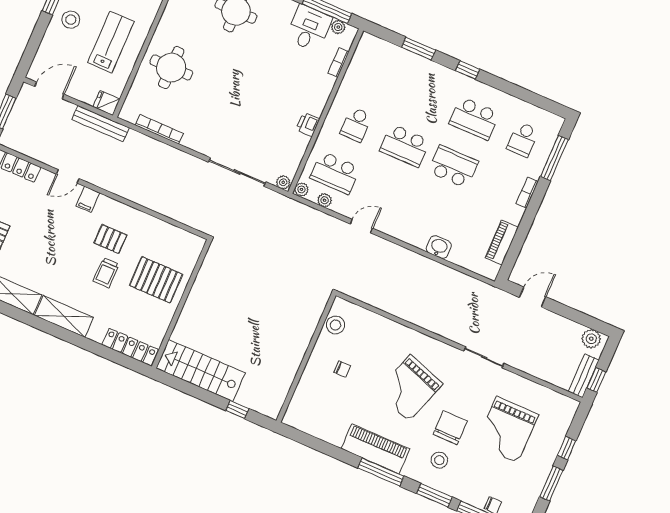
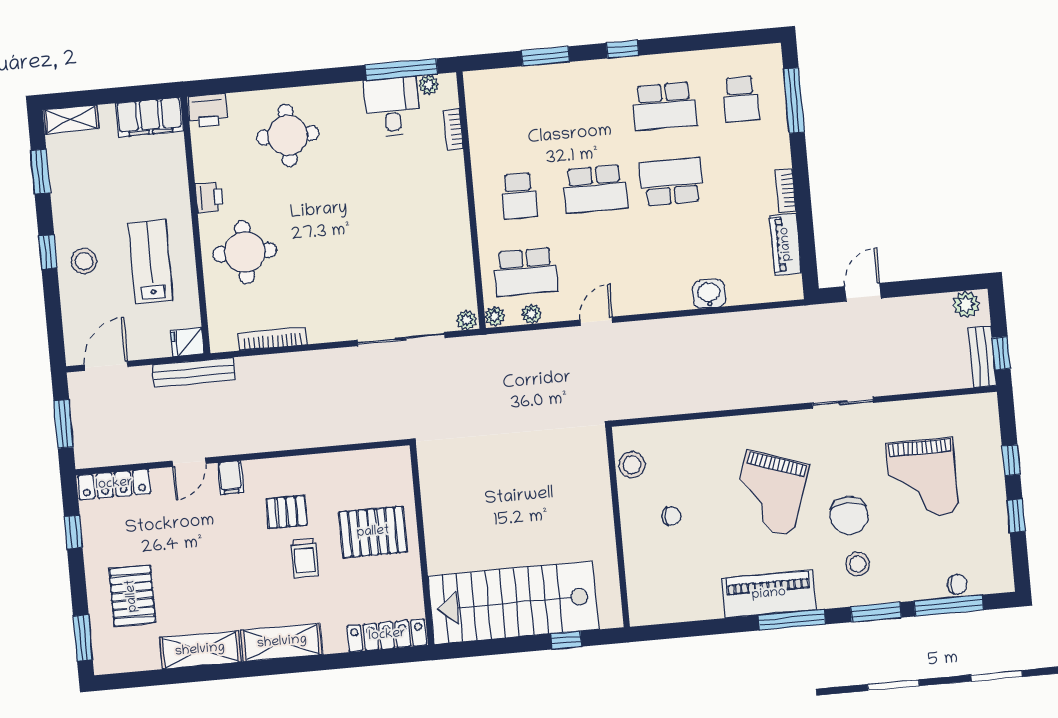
printer: (308, 124) -> (209, 197), moved, turned 180
bookcase: (527, 193) -> (786, 191), moved
stairs: (201, 371) -> (513, 603), width x1.36, depth x1.51
chair: (450, 428) -> (849, 515), turned 180
window: (551, 483) -> (1016, 516), width x0.67

